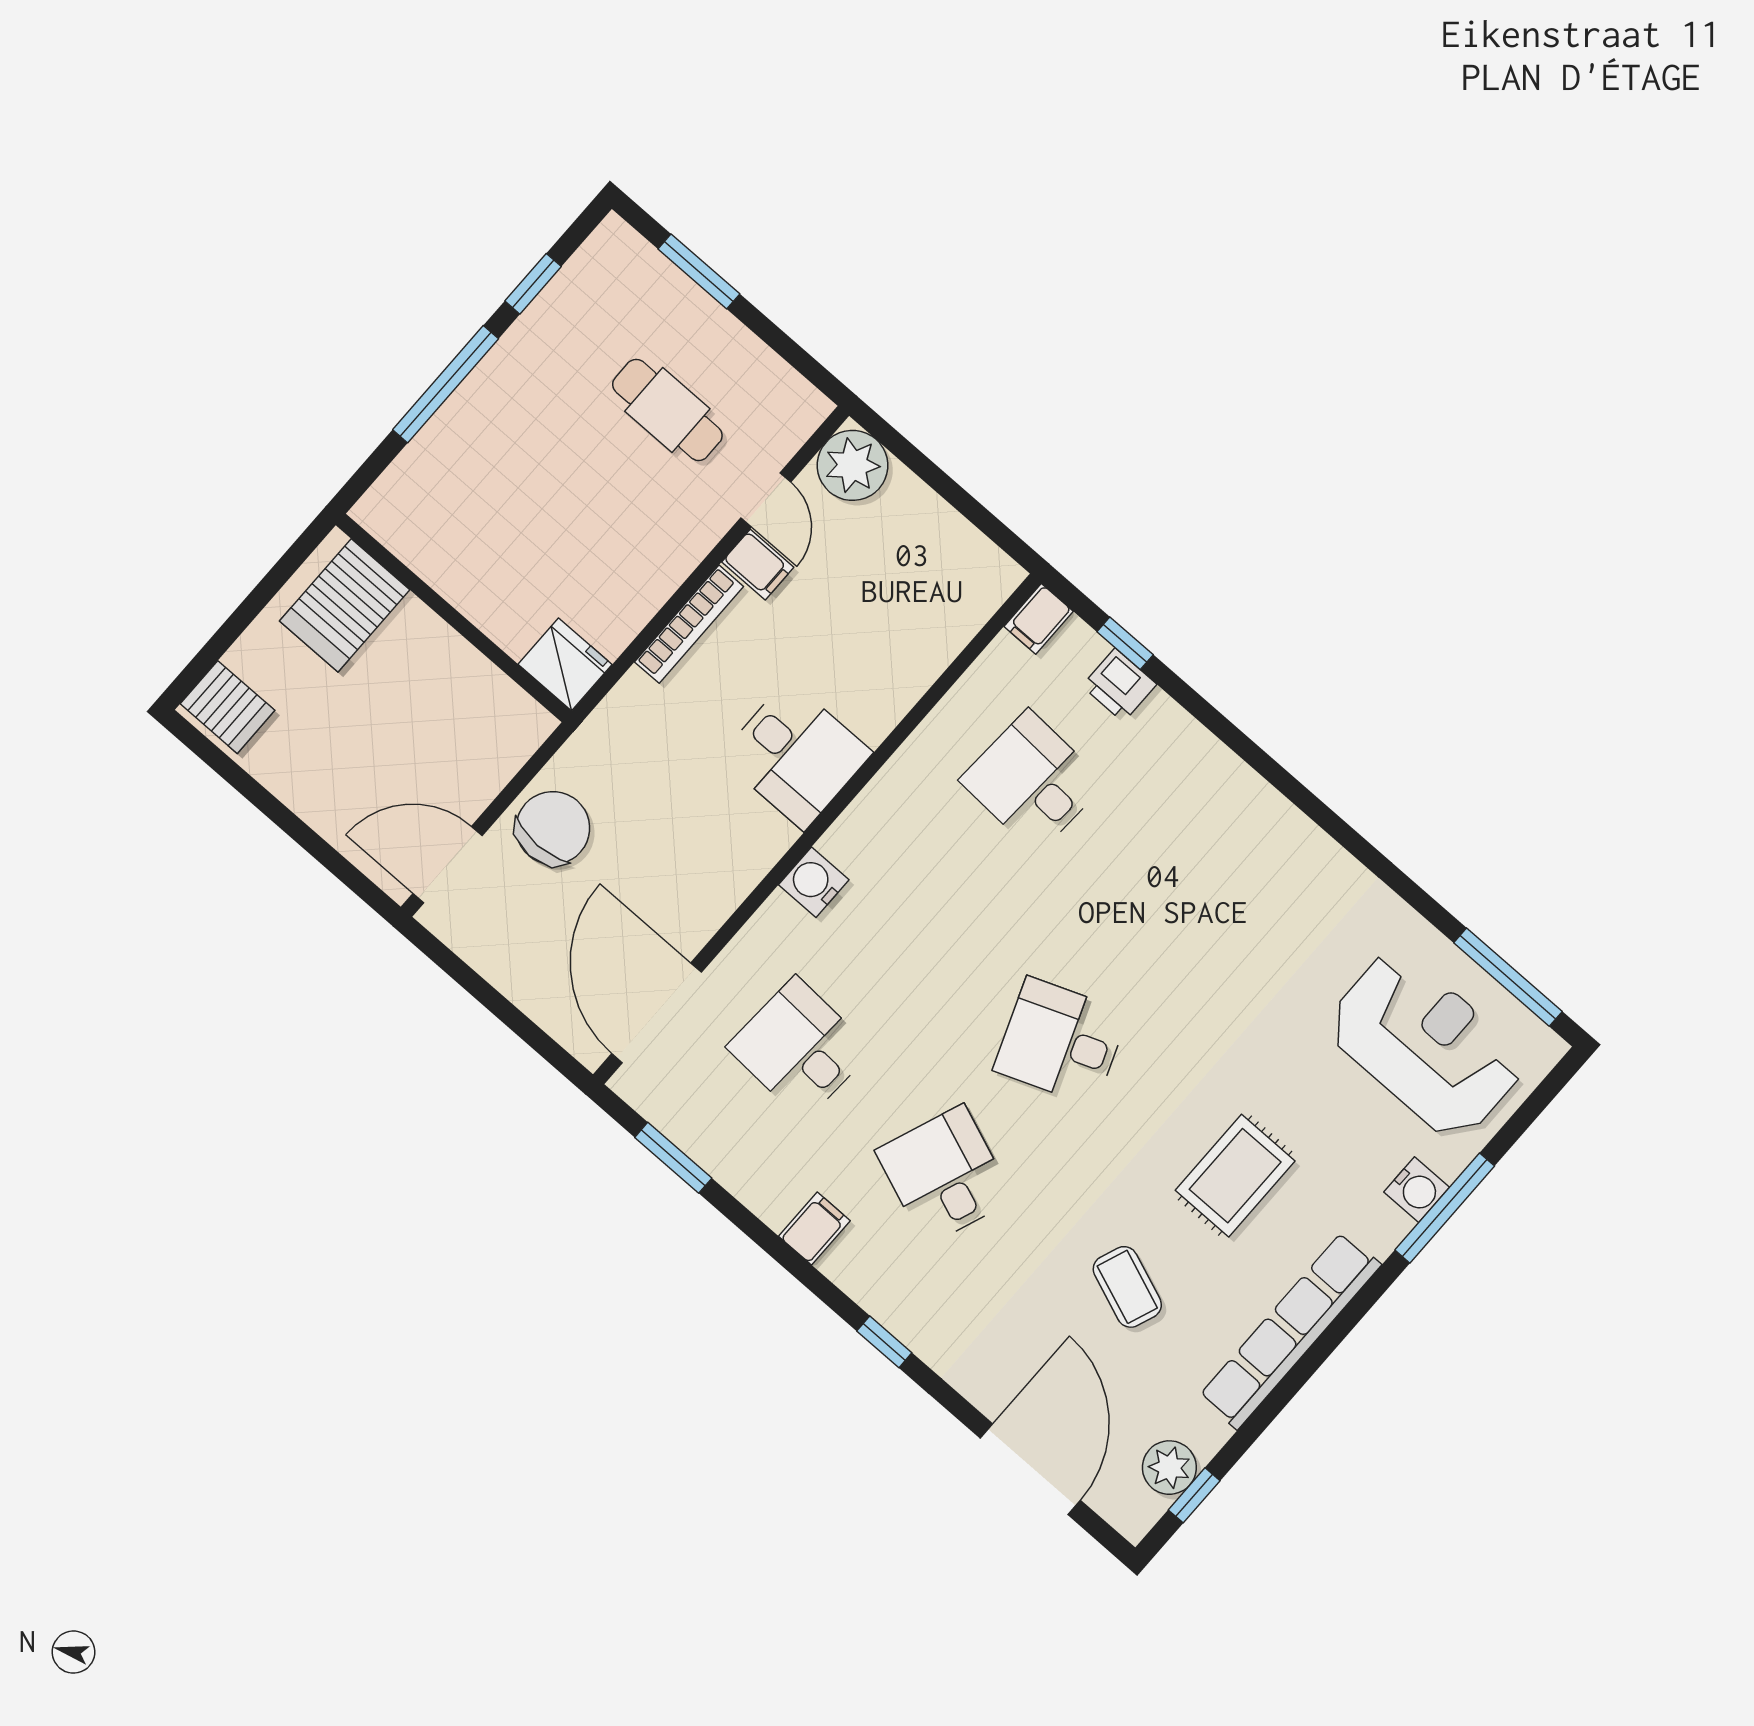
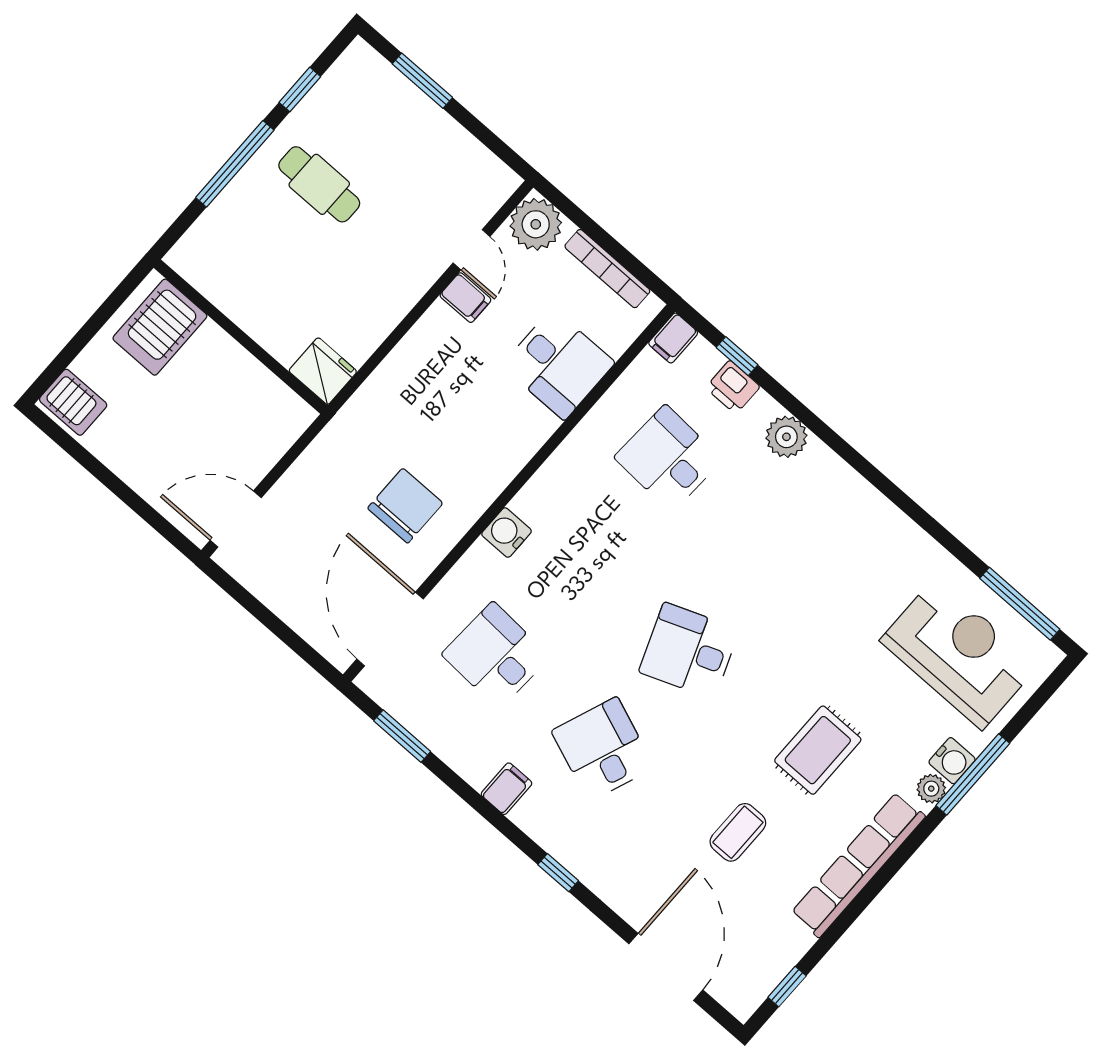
cafe table: (667, 410) -> (319, 184), moved
bookcase: (689, 624) -> (607, 269), moved, turned 90
plant: (1192, 752) -> (786, 437), added
desk: (796, 755) -> (558, 364), moved
chair: (553, 828) -> (405, 506), moved
coffee table: (1127, 1287) -> (738, 832), turned 69
plant: (1169, 1468) -> (931, 789), moved, width x0.73, depth x0.73

